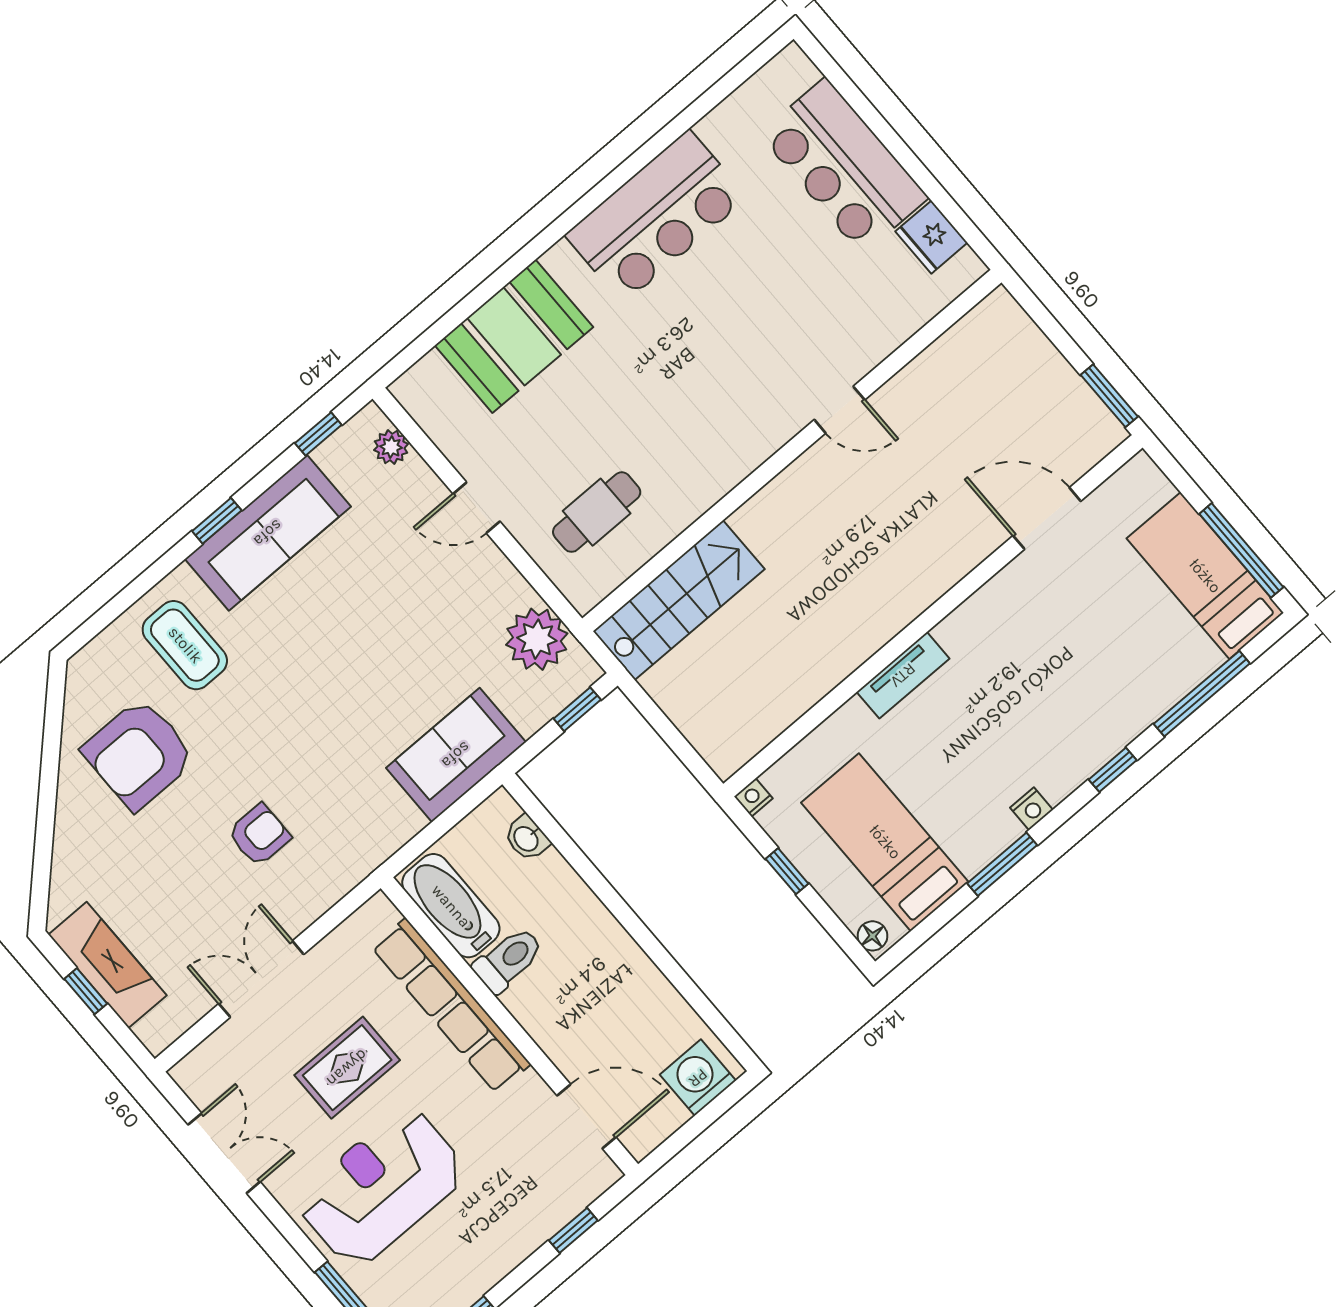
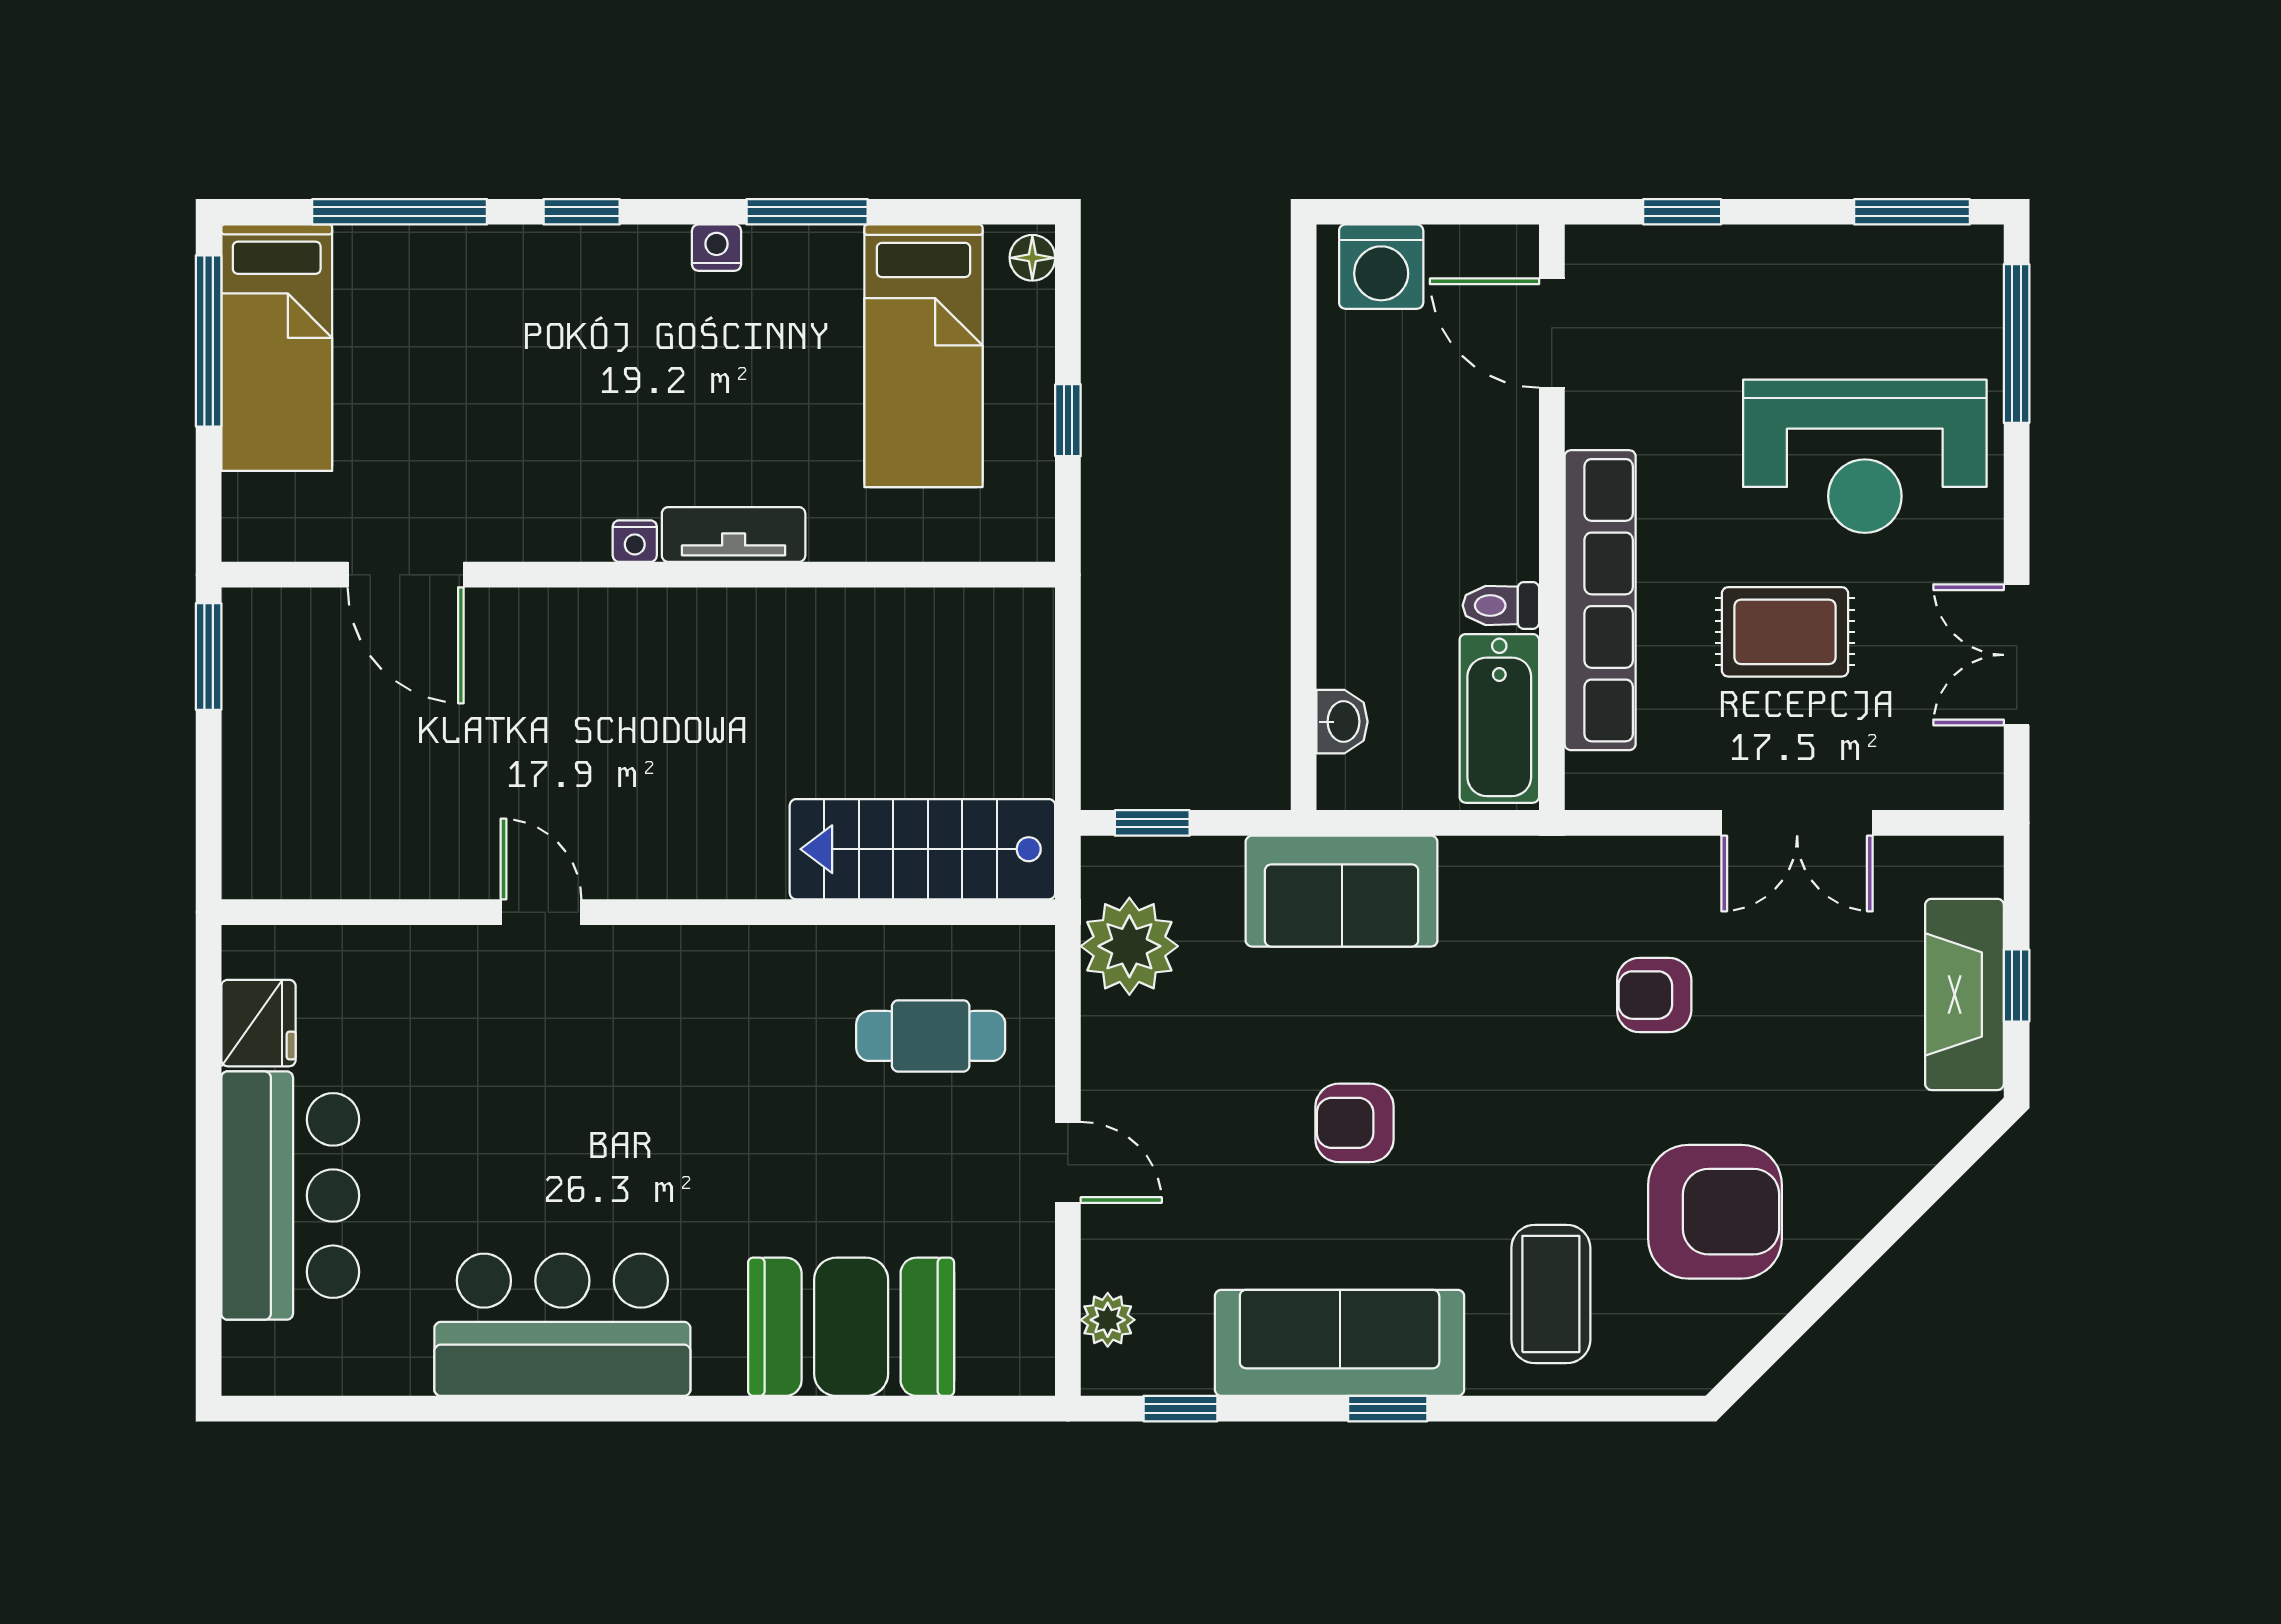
armchair: (353, 647) -> (1354, 1123), added
nightstand: (753, 797) -> (635, 541), moved
toilet: (508, 960) -> (1501, 605), width x0.73, depth x0.72

